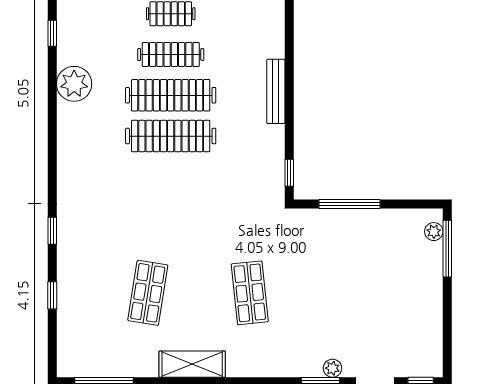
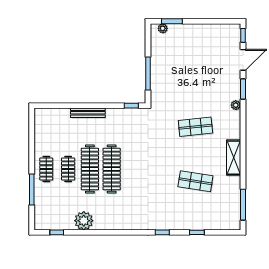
clothes rail: (171, 54) -> (68, 169), width x0.73
window: (447, 249) -> (172, 21), width x0.69
plant: (332, 368) -> (236, 105), moved

